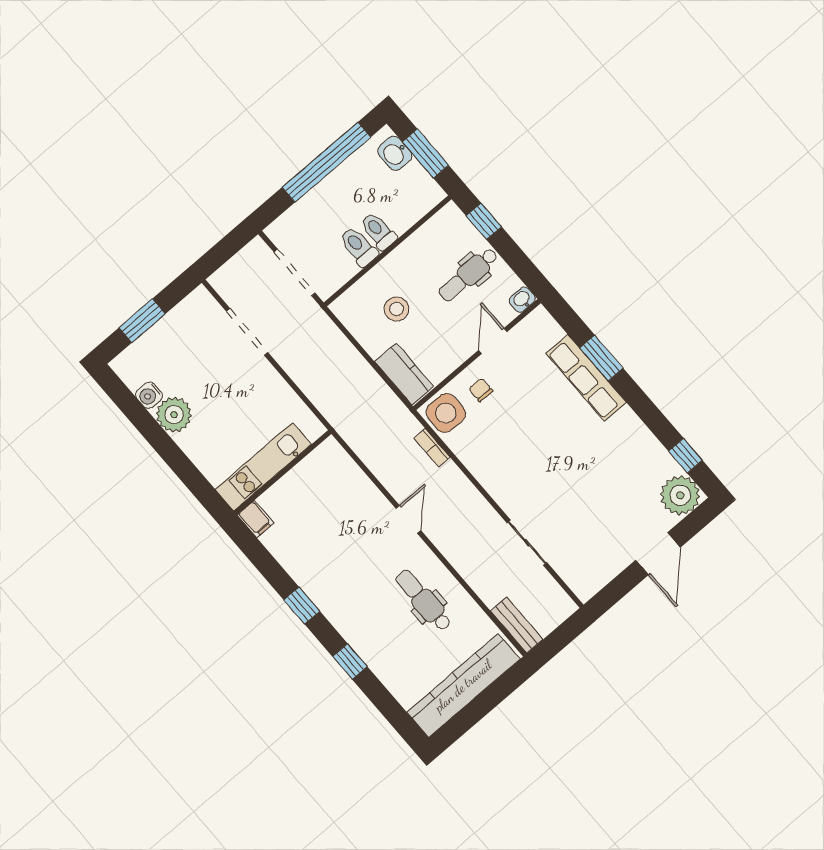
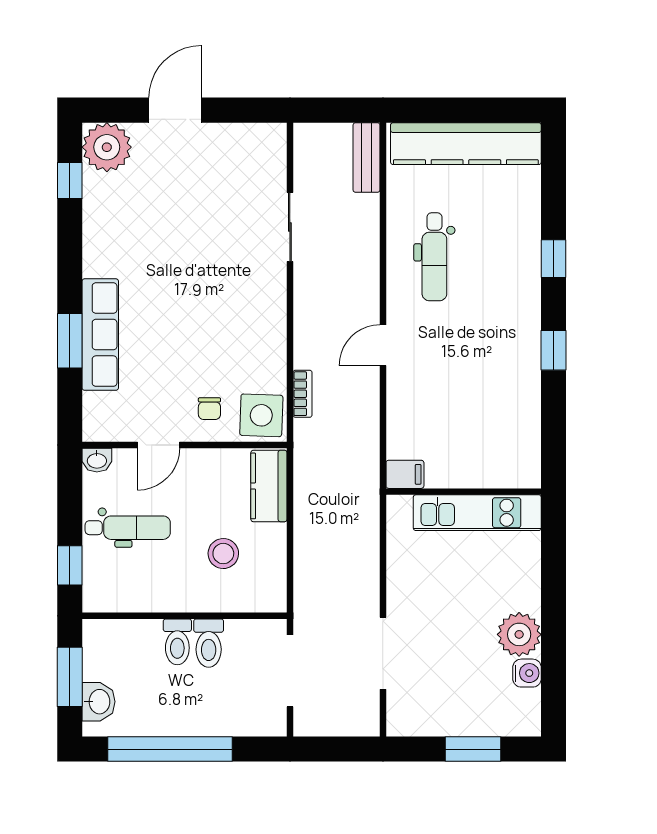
filing cabinet: (256, 519) -> (405, 474), moved, turned 90

